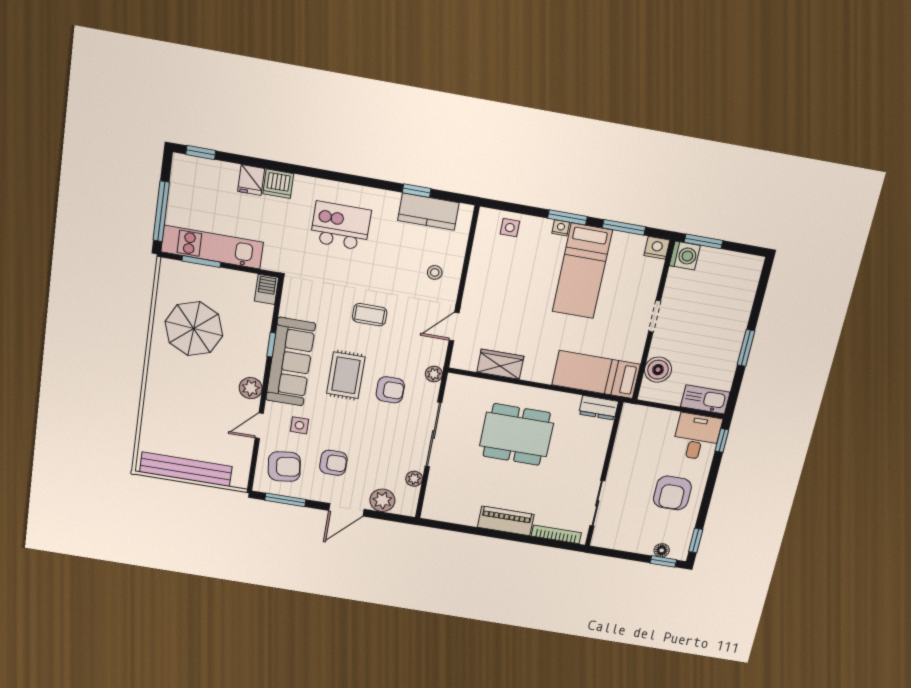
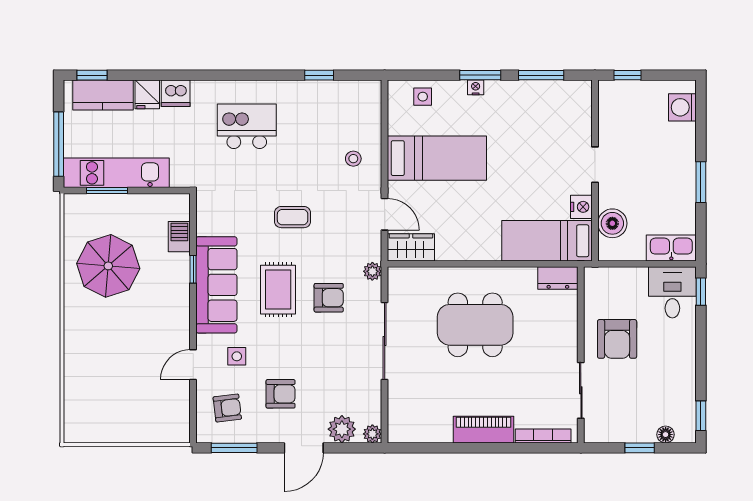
kitchen counter: (428, 212) -> (103, 95), moved
window: (704, 241) -> (628, 75), width x0.67
nightstand: (657, 248) -> (581, 207), moved, turned 90
washing machine: (685, 256) -> (682, 107), moved, turned 180
bed: (582, 271) -> (437, 158), moved, turned -90
barbecue: (266, 289) -> (179, 237), moved
door: (454, 327) -> (385, 214), swing flipped
wardrobe: (500, 364) -> (411, 247), moved
plant: (251, 388) -> (178, 323), removed
armchair: (284, 467) -> (227, 408), width x0.72, depth x0.72
bench: (186, 469) -> (120, 431), removed
plant: (414, 479) -> (372, 434), moved
armchair: (672, 493) -> (617, 339), moved
window: (663, 561) -> (640, 448), moved

